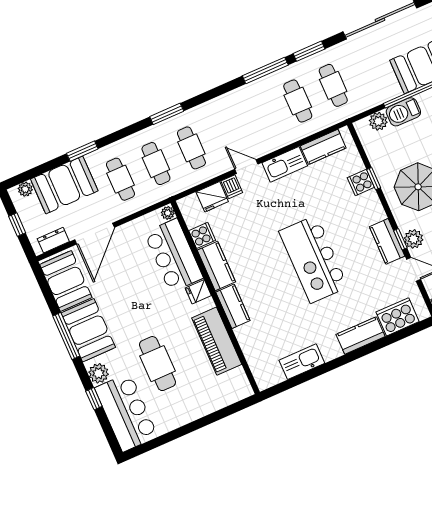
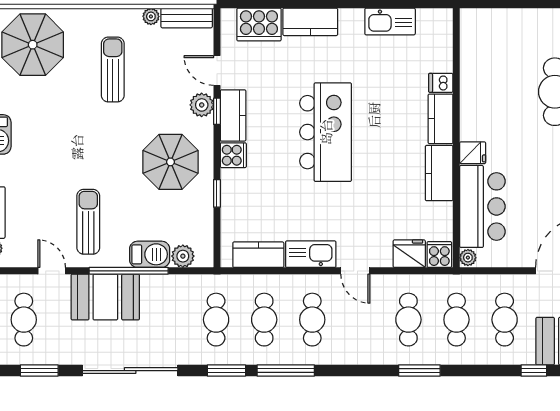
cafe table: (262, 117) -> (312, 320), added
window: (82, 151) -> (534, 371), width x0.67
cooker: (361, 182) -> (233, 155), moved
dishwasher: (232, 187) -> (441, 83), moved, turned -90
cooker: (202, 235) -> (439, 255), moved, turned 90
piano: (217, 341) -> (477, 87), removed

